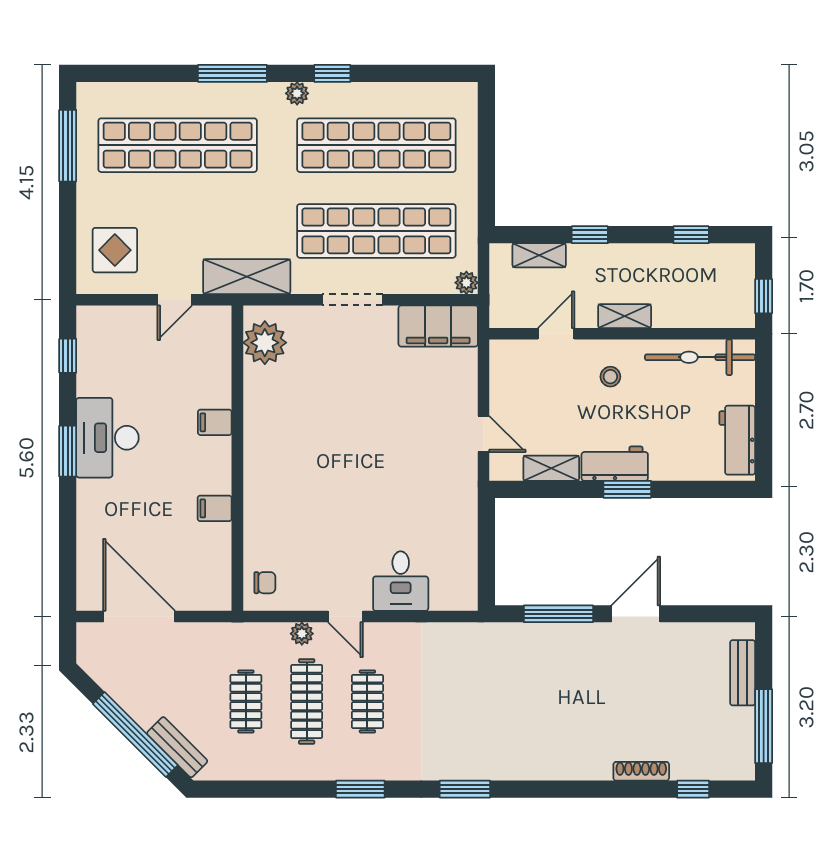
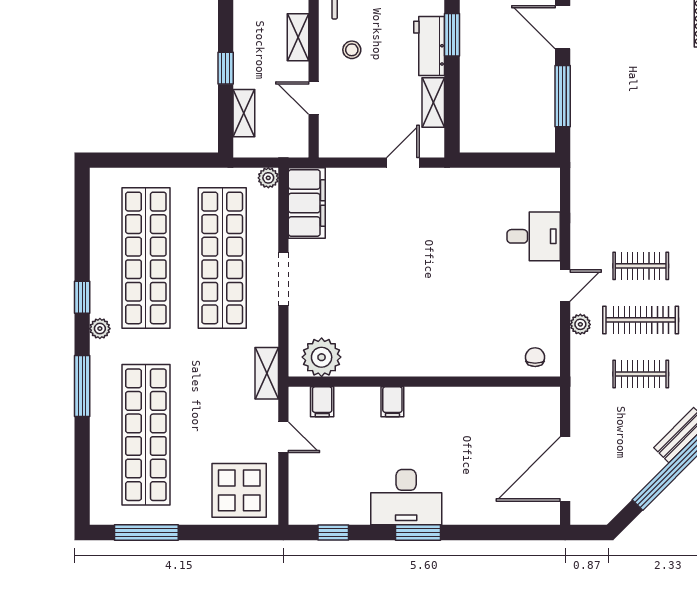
display table: (115, 250) -> (239, 490), width x1.36, depth x1.36
shelving: (247, 277) -> (267, 373), width x0.67, depth x0.75
filing cabinet: (215, 508) -> (322, 402), moved

